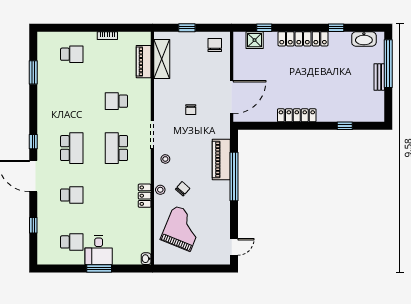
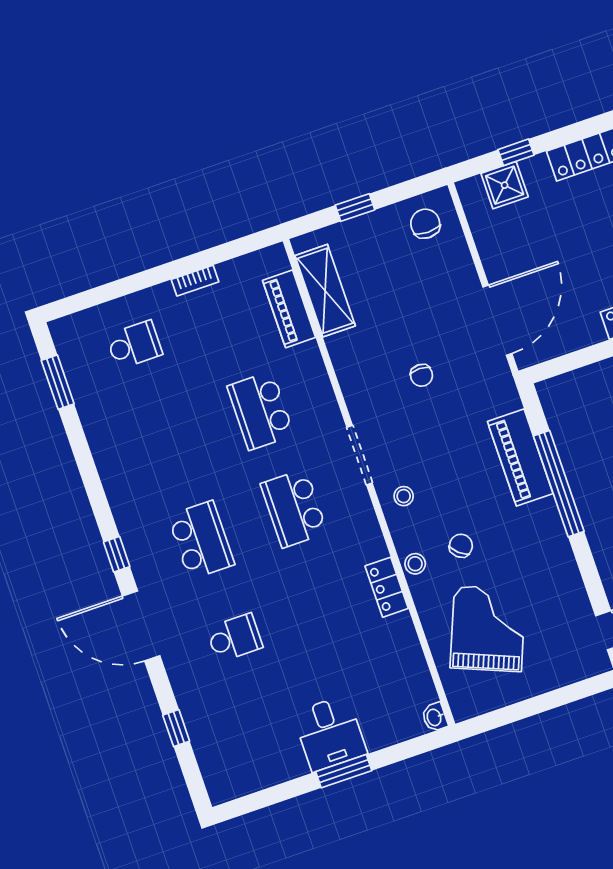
window: (33, 72) -> (58, 382), moved
school desk: (116, 101) -> (261, 411), width x1.85
school desk: (72, 242) -> (268, 735), removed

